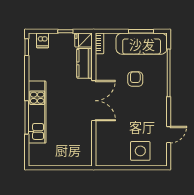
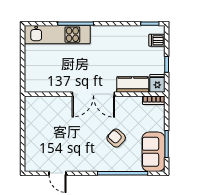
sofa: (142, 44) -> (153, 152), width x0.73
armchair: (135, 79) -> (116, 138), turned -137
kitchen unit: (37, 112) -> (57, 35), moved
side table: (140, 151) -> (40, 143), removed

